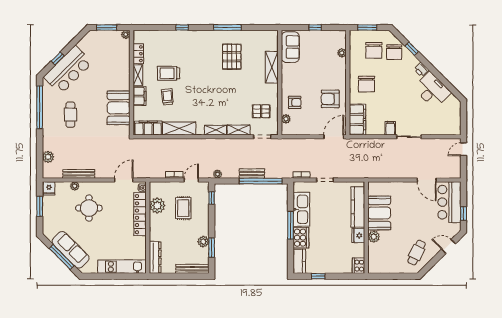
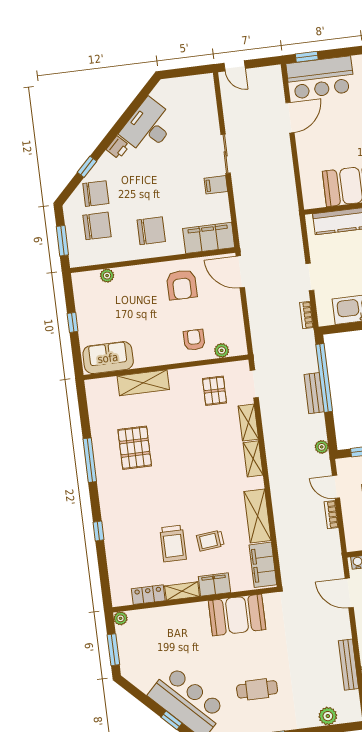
pallet: (232, 57) -> (135, 448), turned 90
window: (464, 214) -> (307, 57), moved

